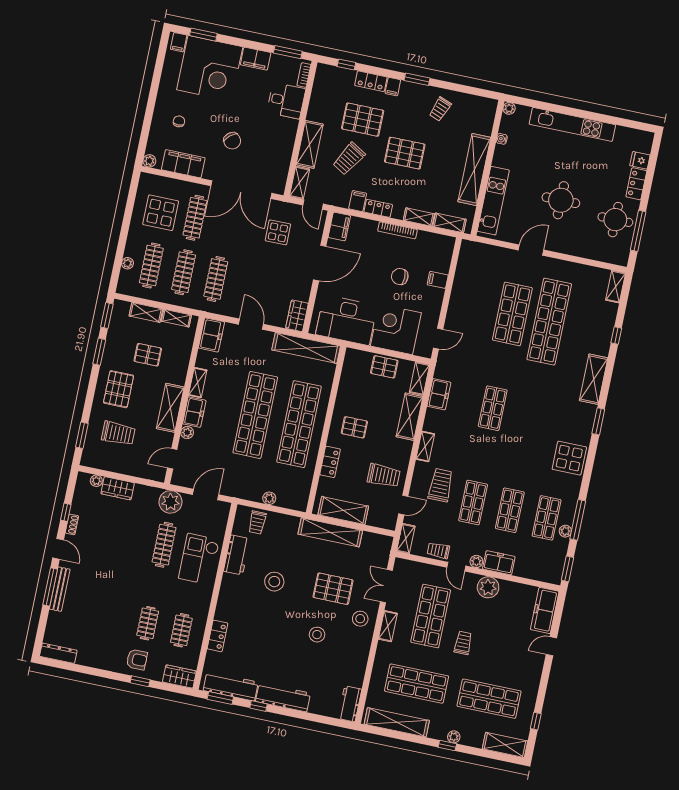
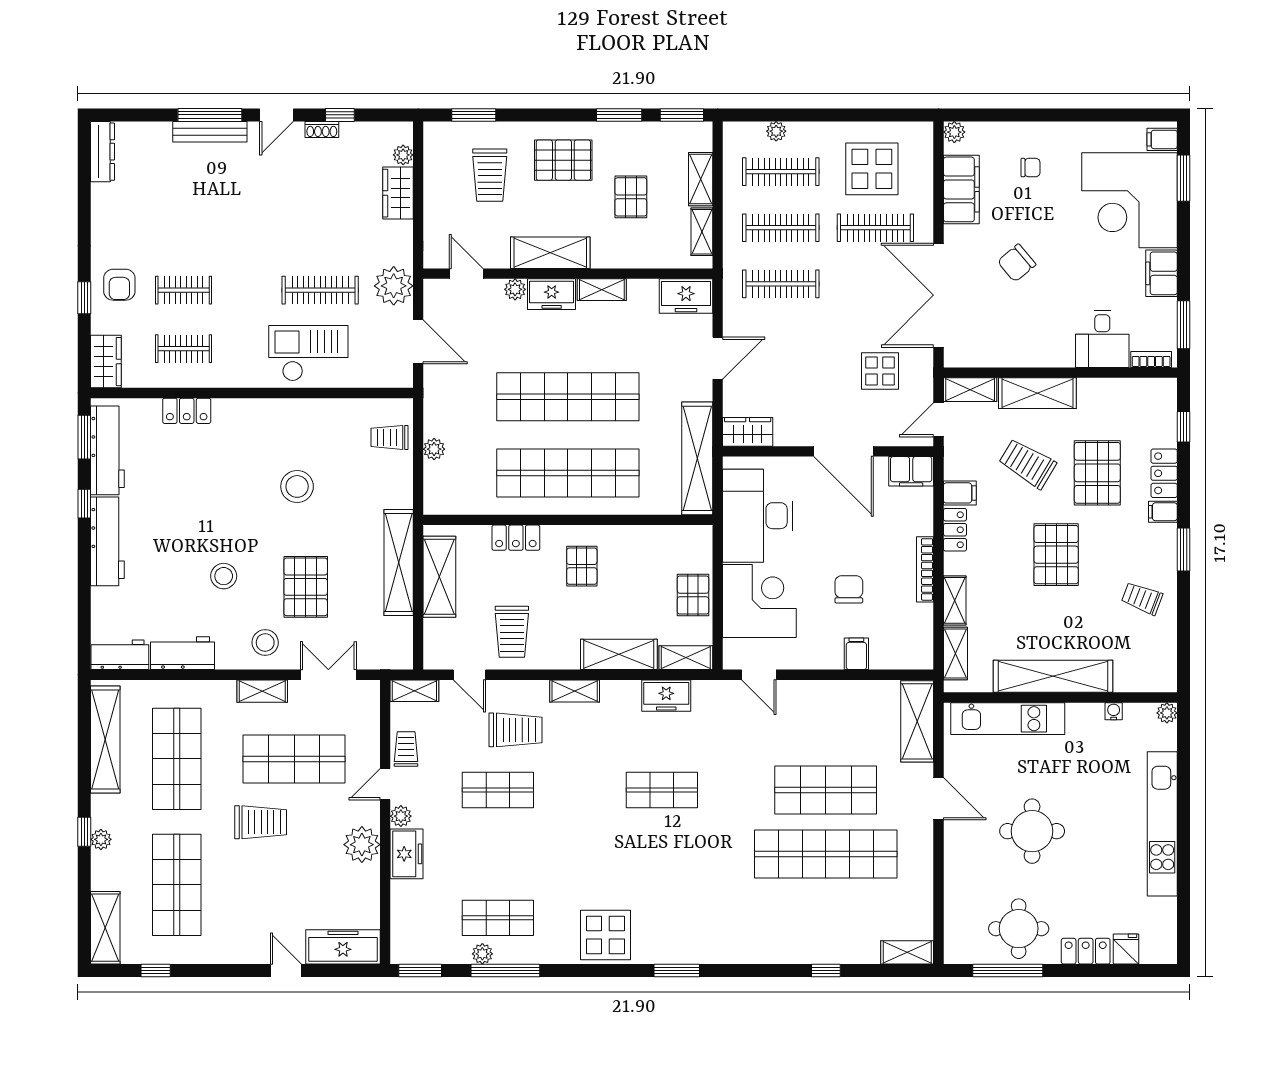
shelving: (594, 379) -> (917, 721), moved, turned 90
shop shelf: (510, 510) -> (498, 854), removed
workbench: (237, 555) -> (182, 653), moved, turned 180
trolley: (463, 643) -> (261, 822), width x1.36, depth x1.39

